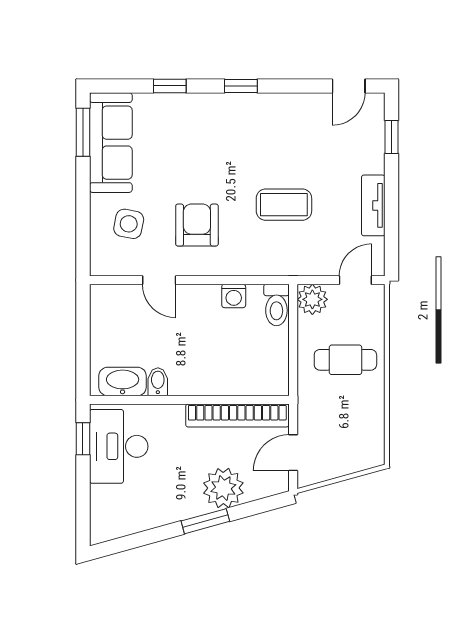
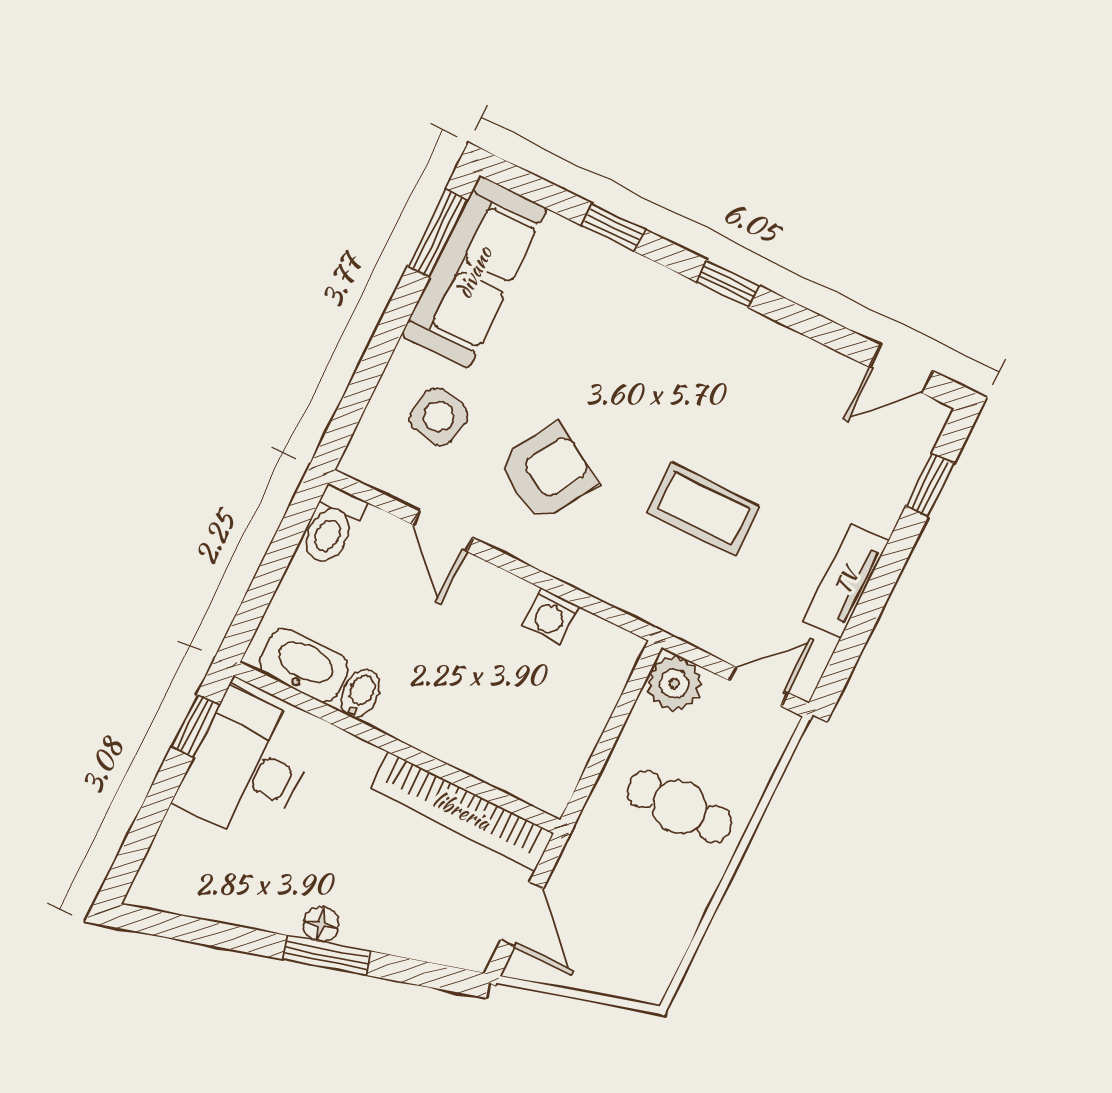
armchair: (197, 225) -> (547, 473), turned 31
toilet: (276, 305) -> (332, 526), moved
door: (293, 453) -> (522, 915), swing flipped
plant: (223, 488) -> (382, 916), removed
floor lamp: (195, 507) -> (321, 924), added

